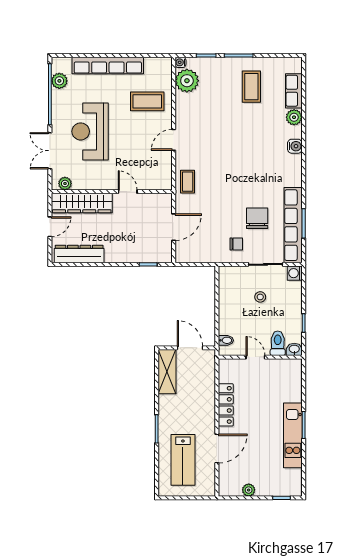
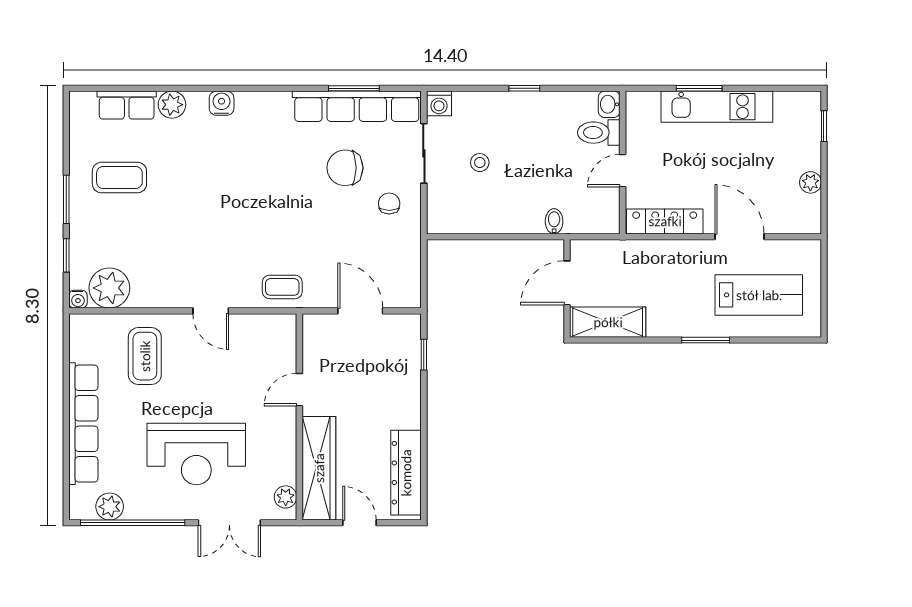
toilet: (278, 343) -> (599, 133), moved
washbasin: (294, 349) -> (609, 104), moved
door: (255, 357) -> (623, 171), moved
wall: (260, 357) -> (623, 162), moved

